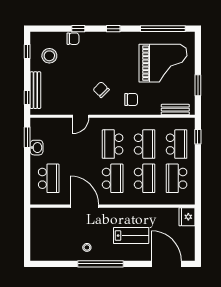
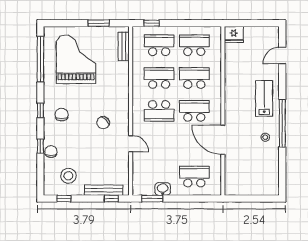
chair: (131, 100) -> (62, 115), moved
school desk: (177, 178) -> (194, 45), turned 180
door: (84, 206) -> (223, 140), hinge flipped
lab bench: (131, 236) -> (264, 98), moved
door: (166, 264) -> (282, 56), width x0.53

